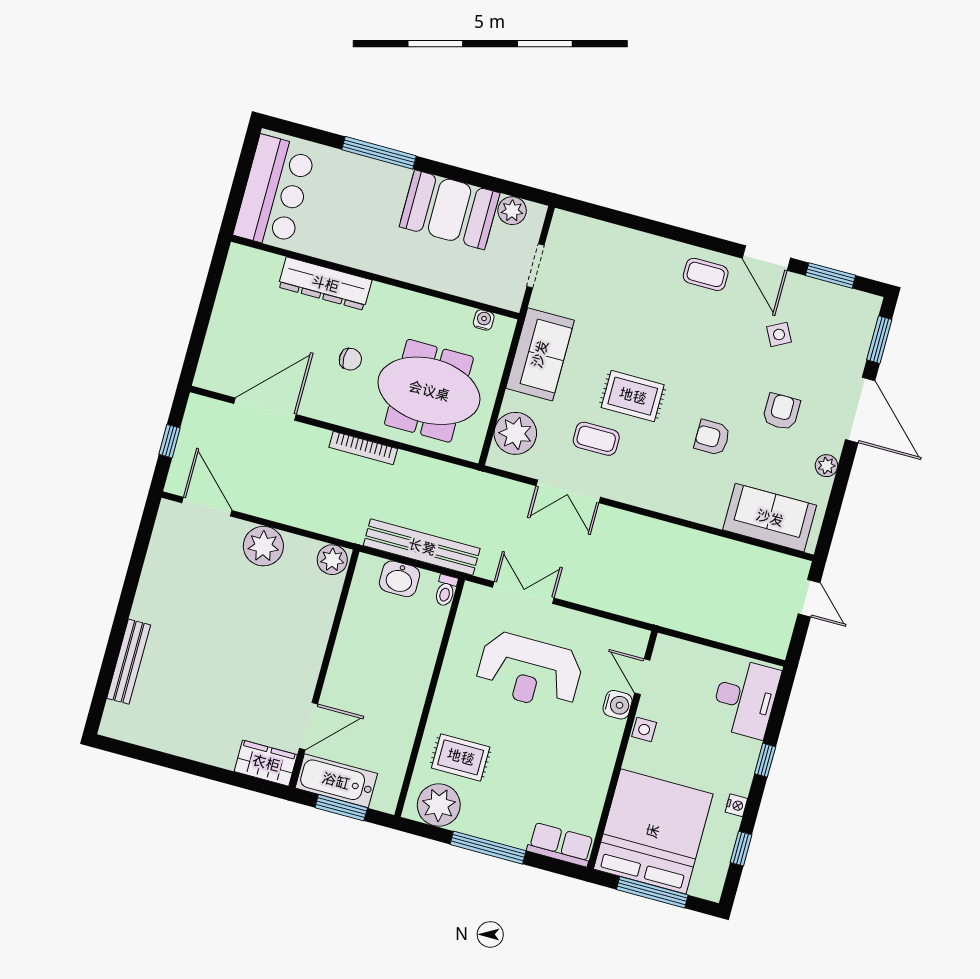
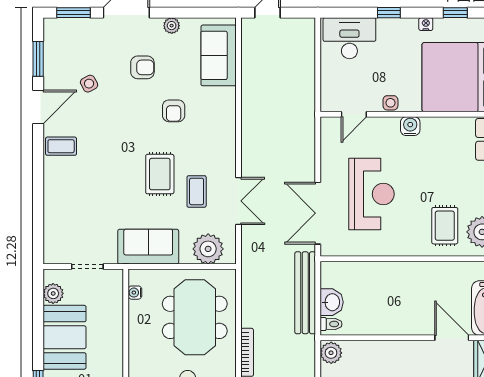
coffee table: (706, 274) -> (61, 146), turned 90
armchair: (781, 412) -> (142, 67), turned 180
toilet: (446, 591) -> (331, 324), moved
double door: (523, 593) -> (318, 213), width x1.37
water cooler: (618, 705) -> (410, 126), moved

